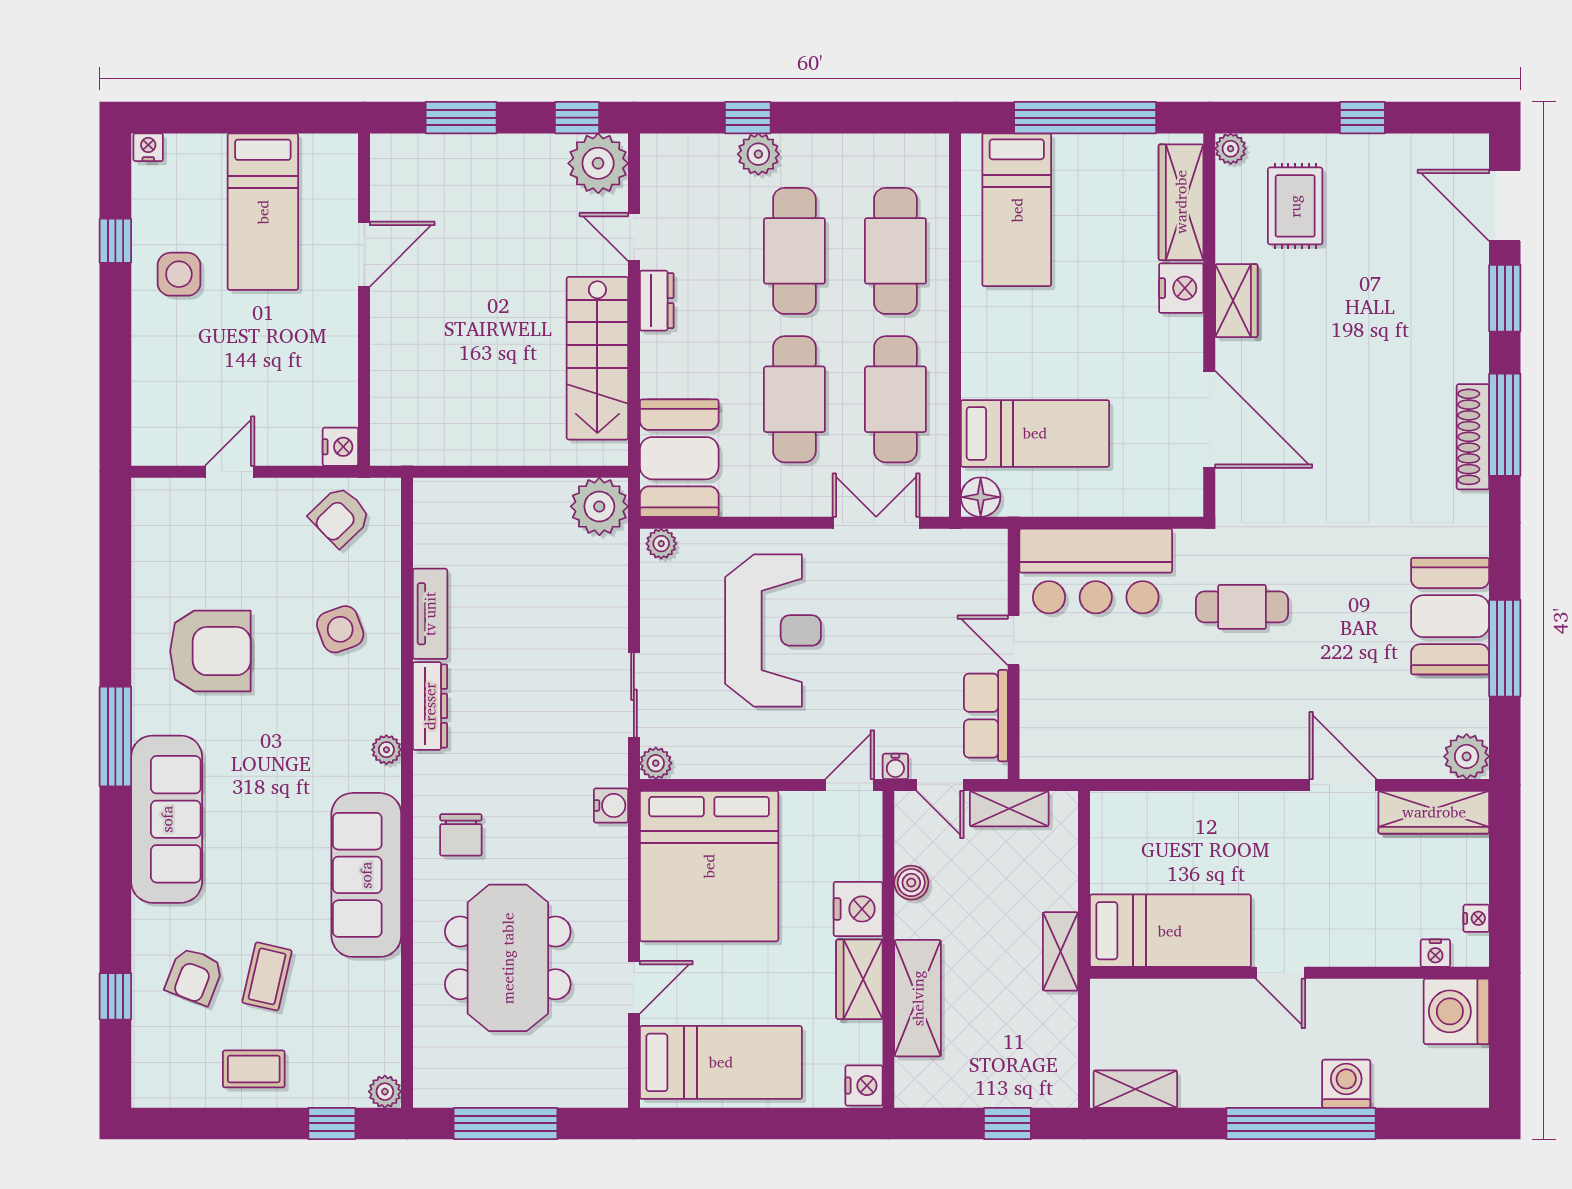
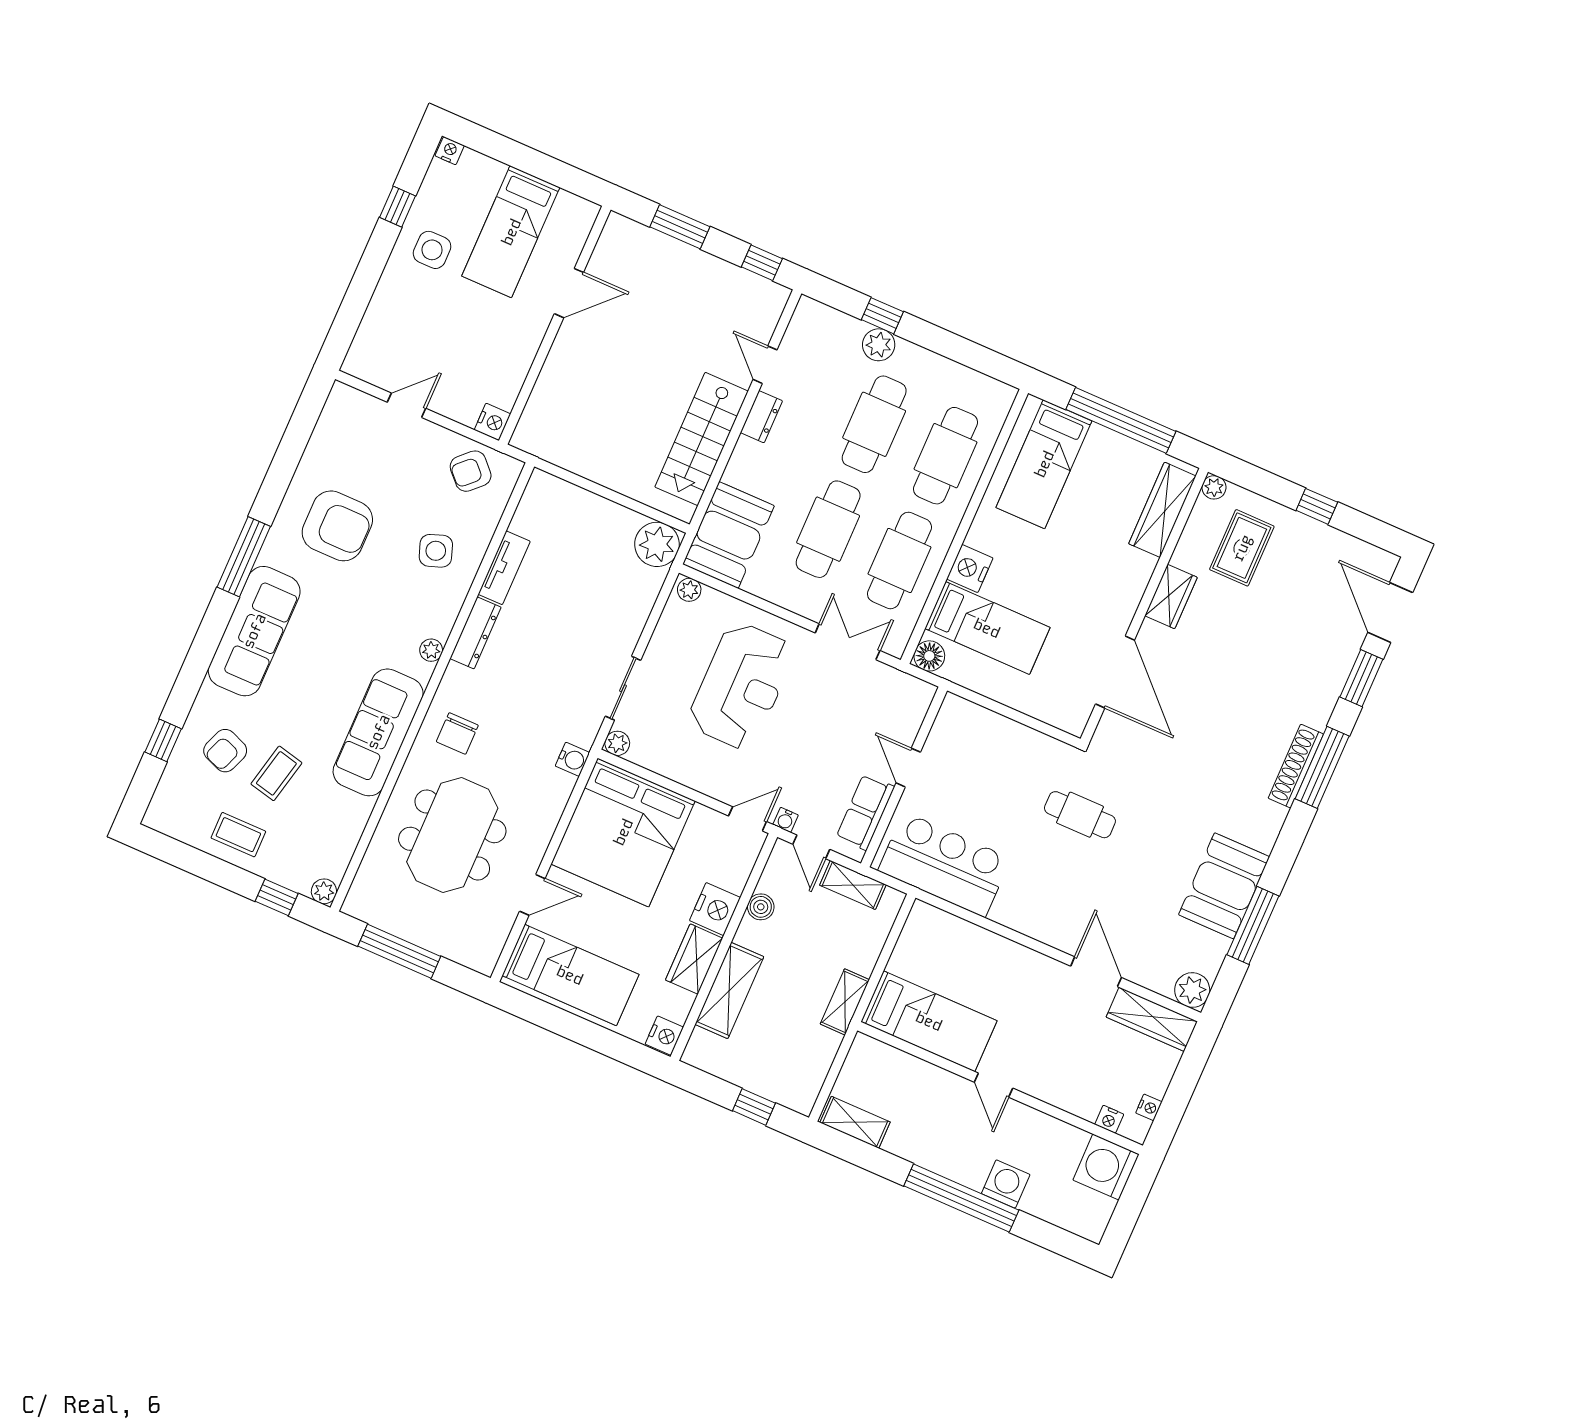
plant: (598, 163) -> (763, 302), removed
nightstand: (1181, 288) -> (970, 569), moved, turned 180
bar counter: (1096, 571) -> (944, 865), moved, turned 180

